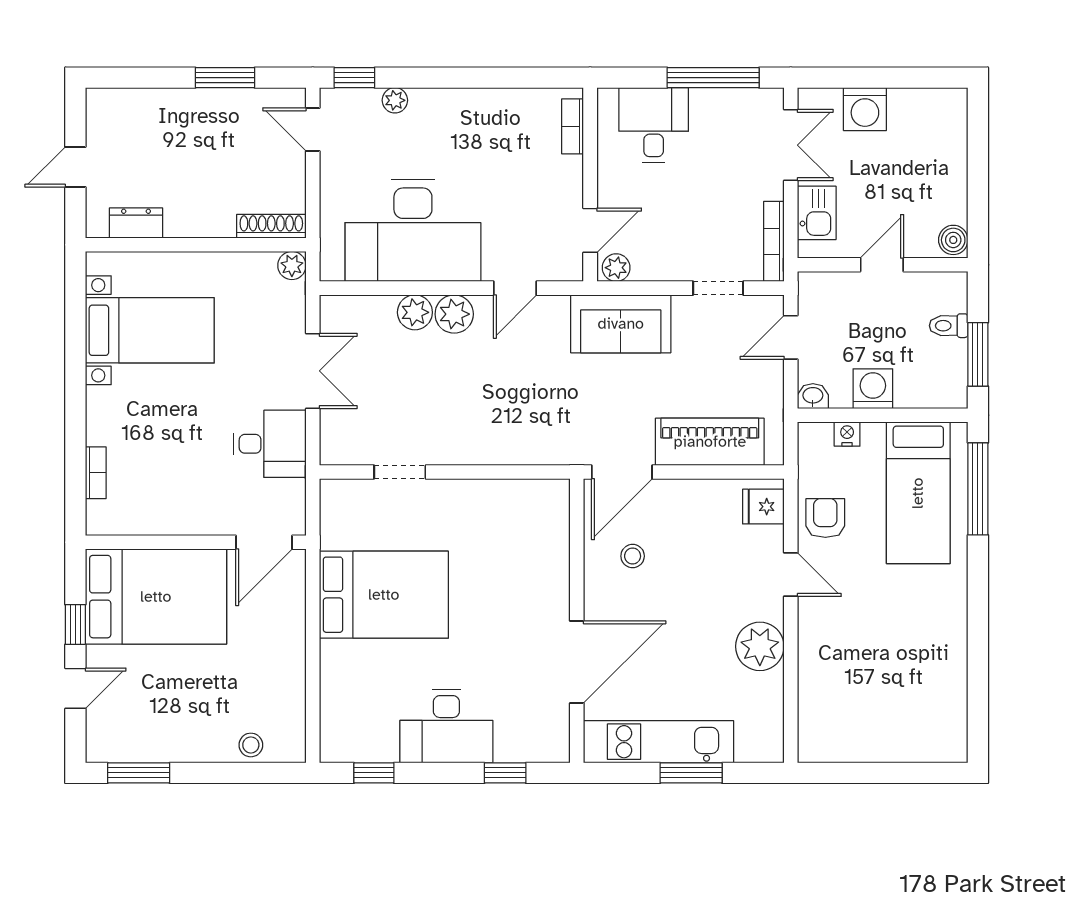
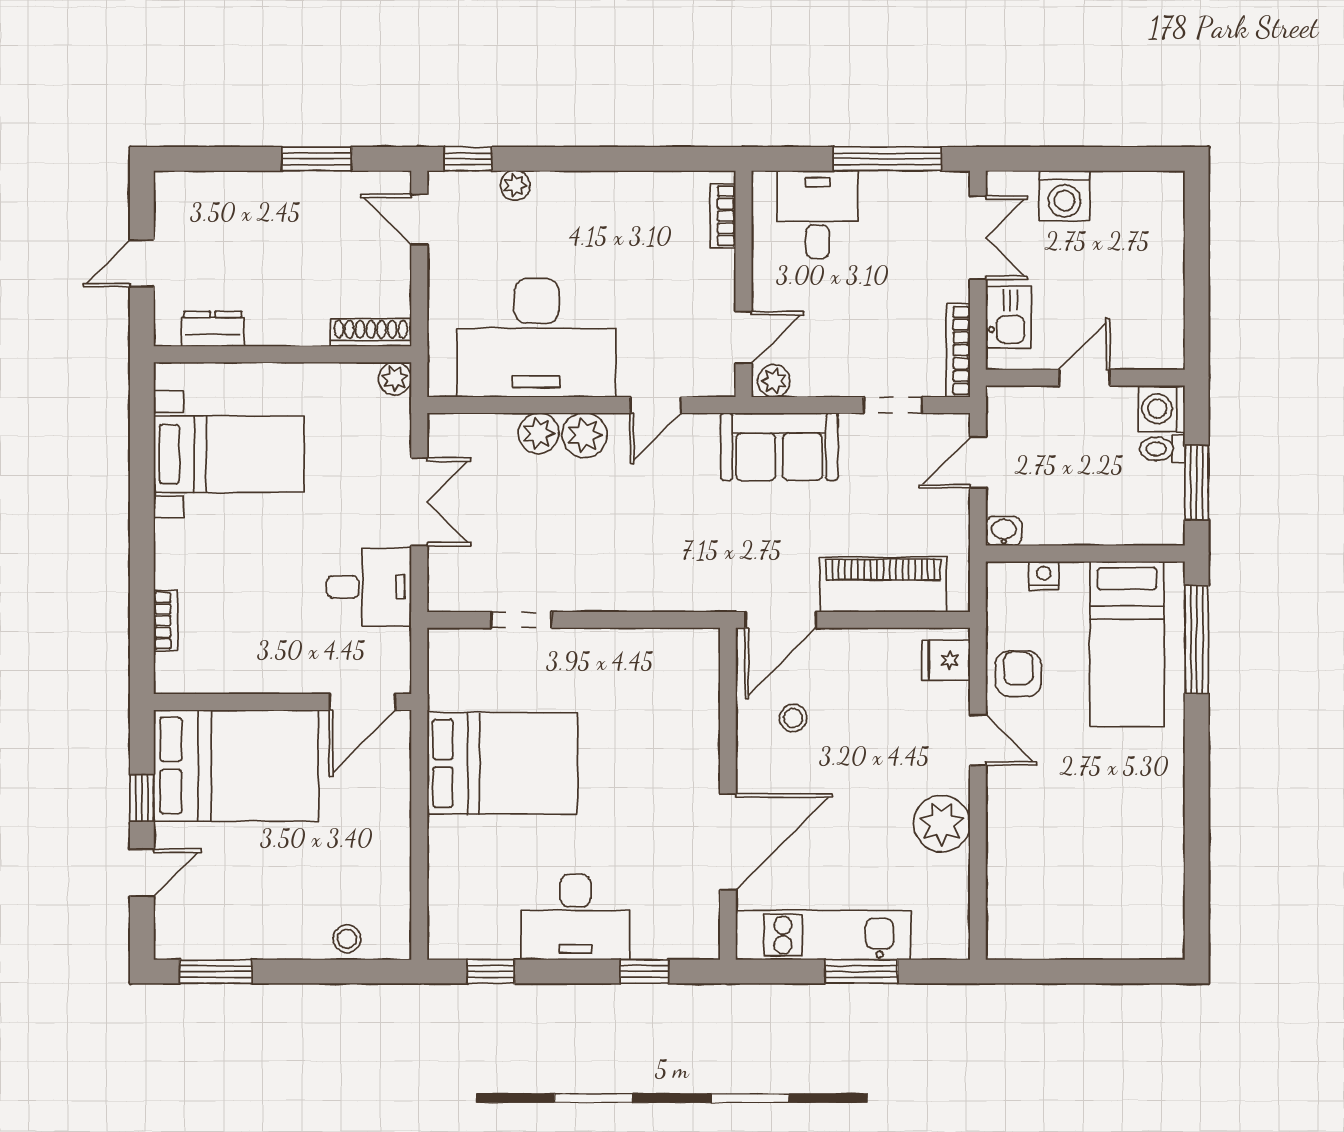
boiler: (953, 240) -> (1168, 349), removed
washing machine: (873, 389) -> (1162, 409), moved, turned -90

